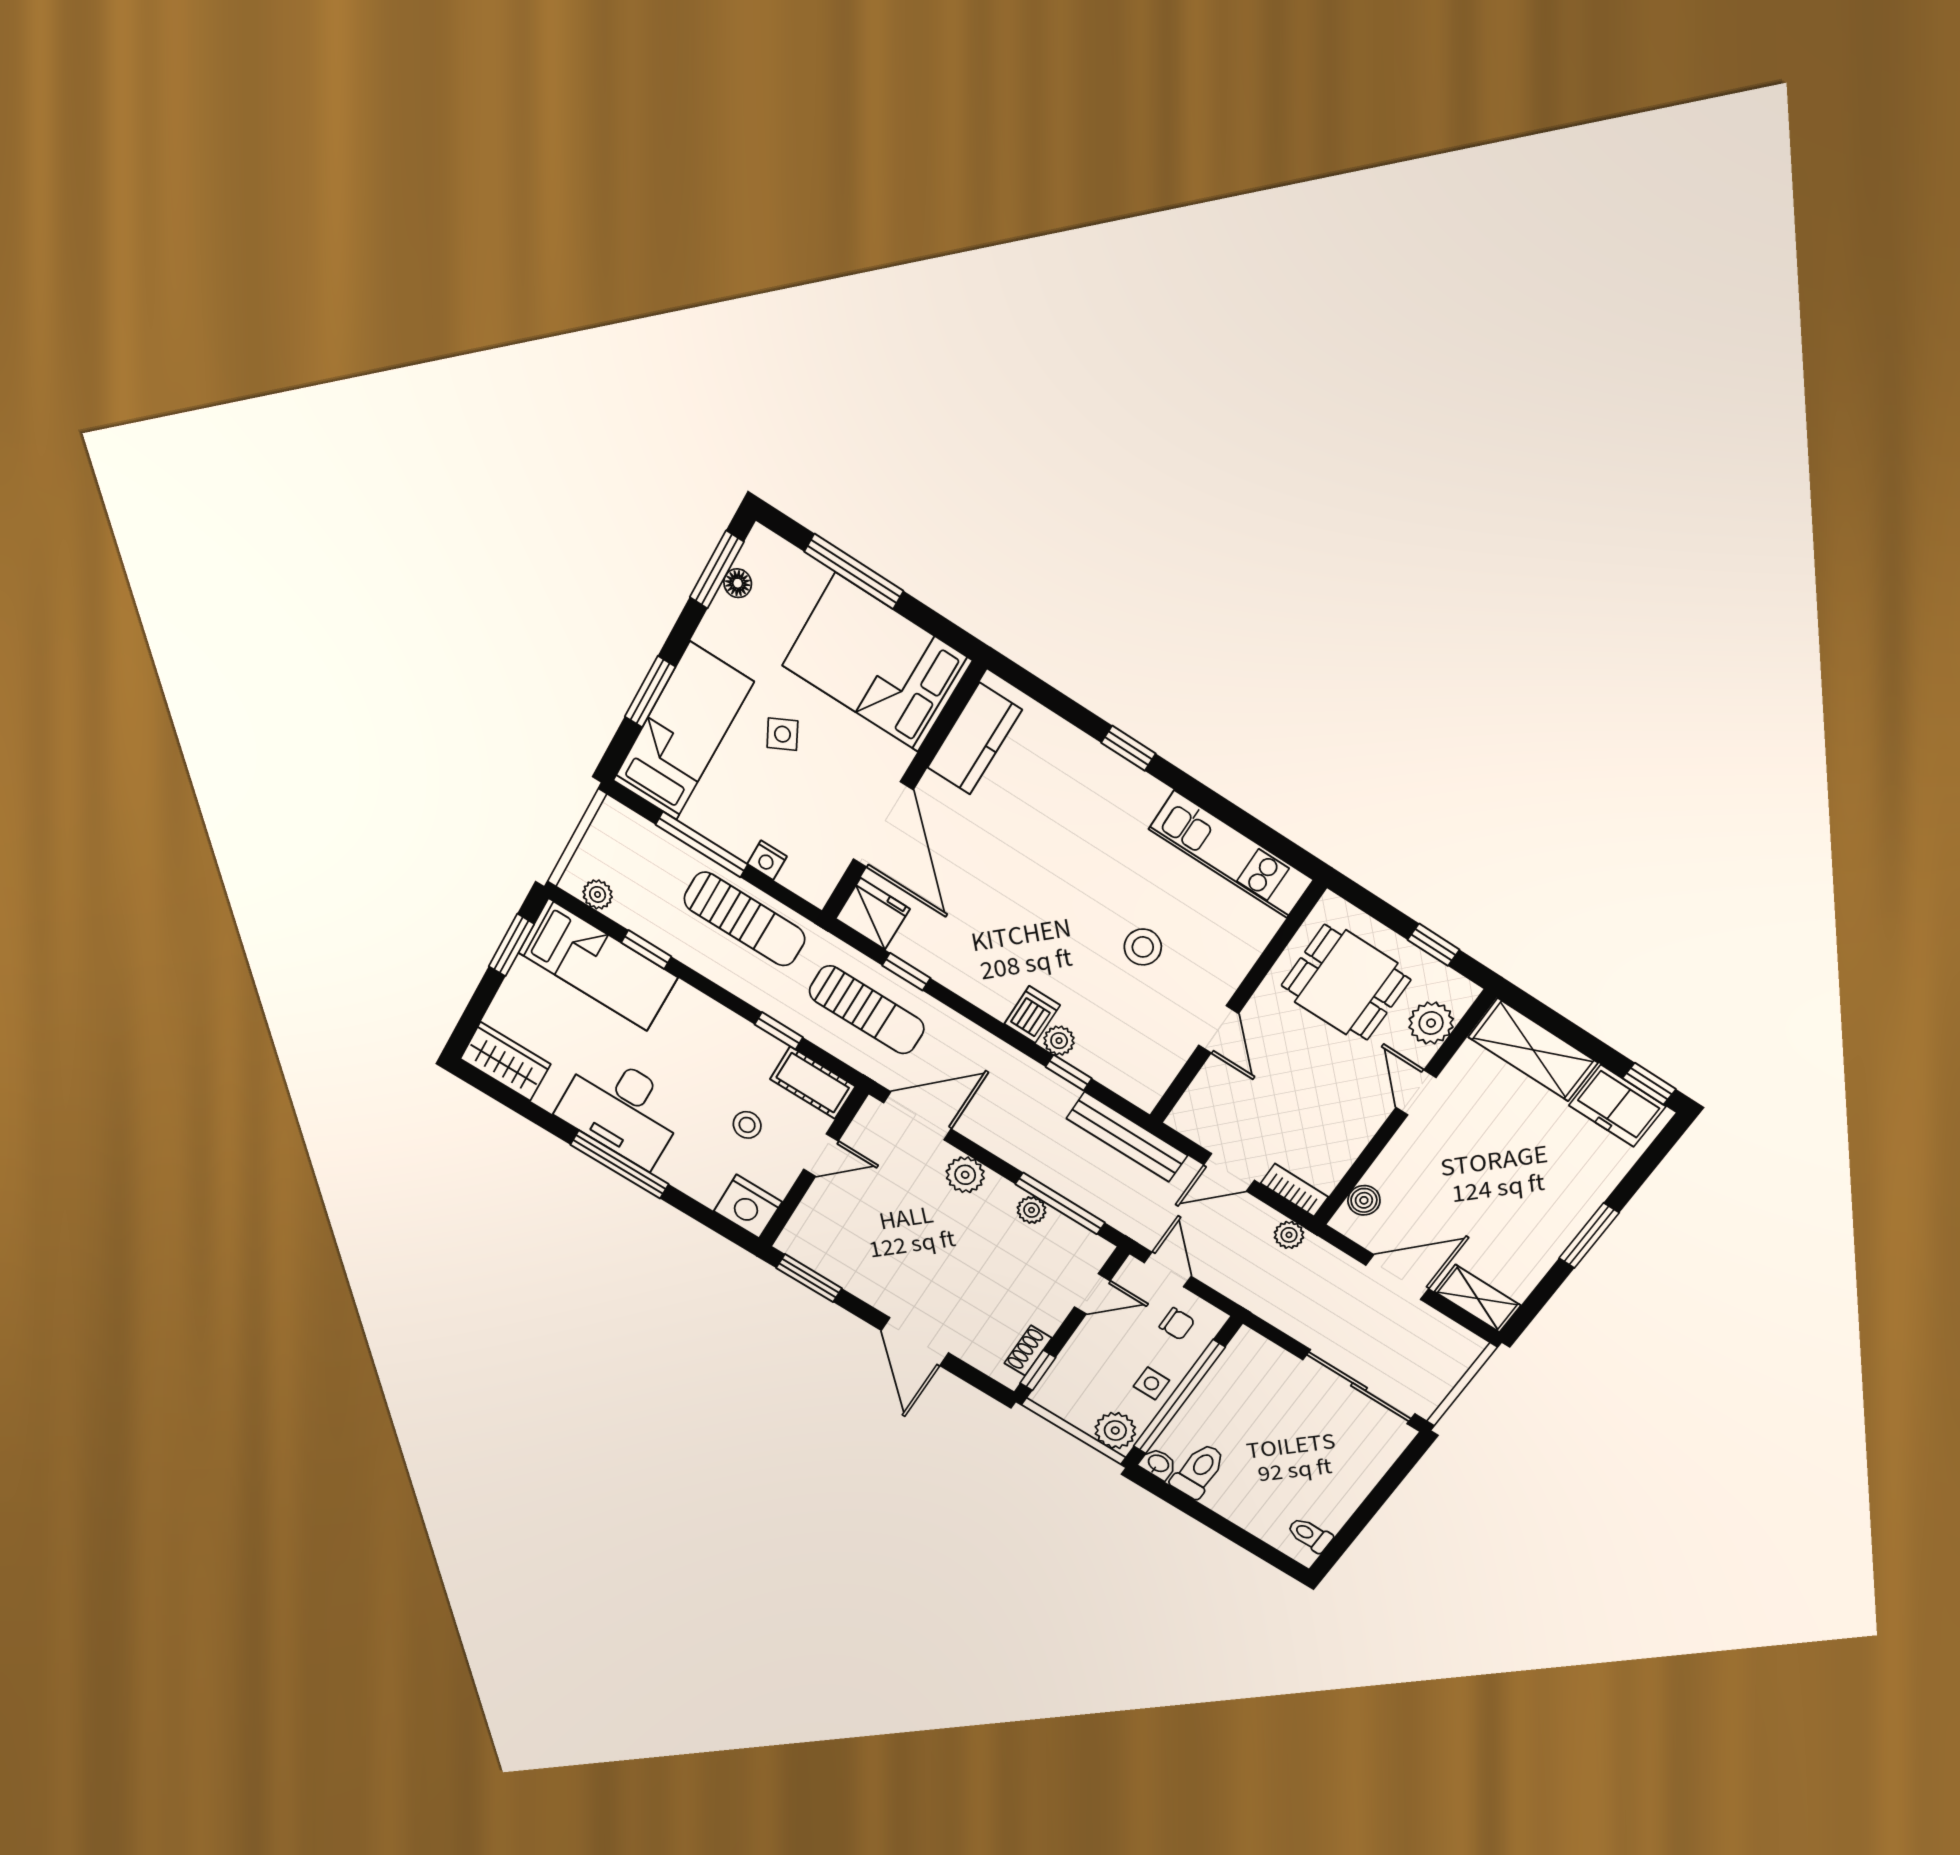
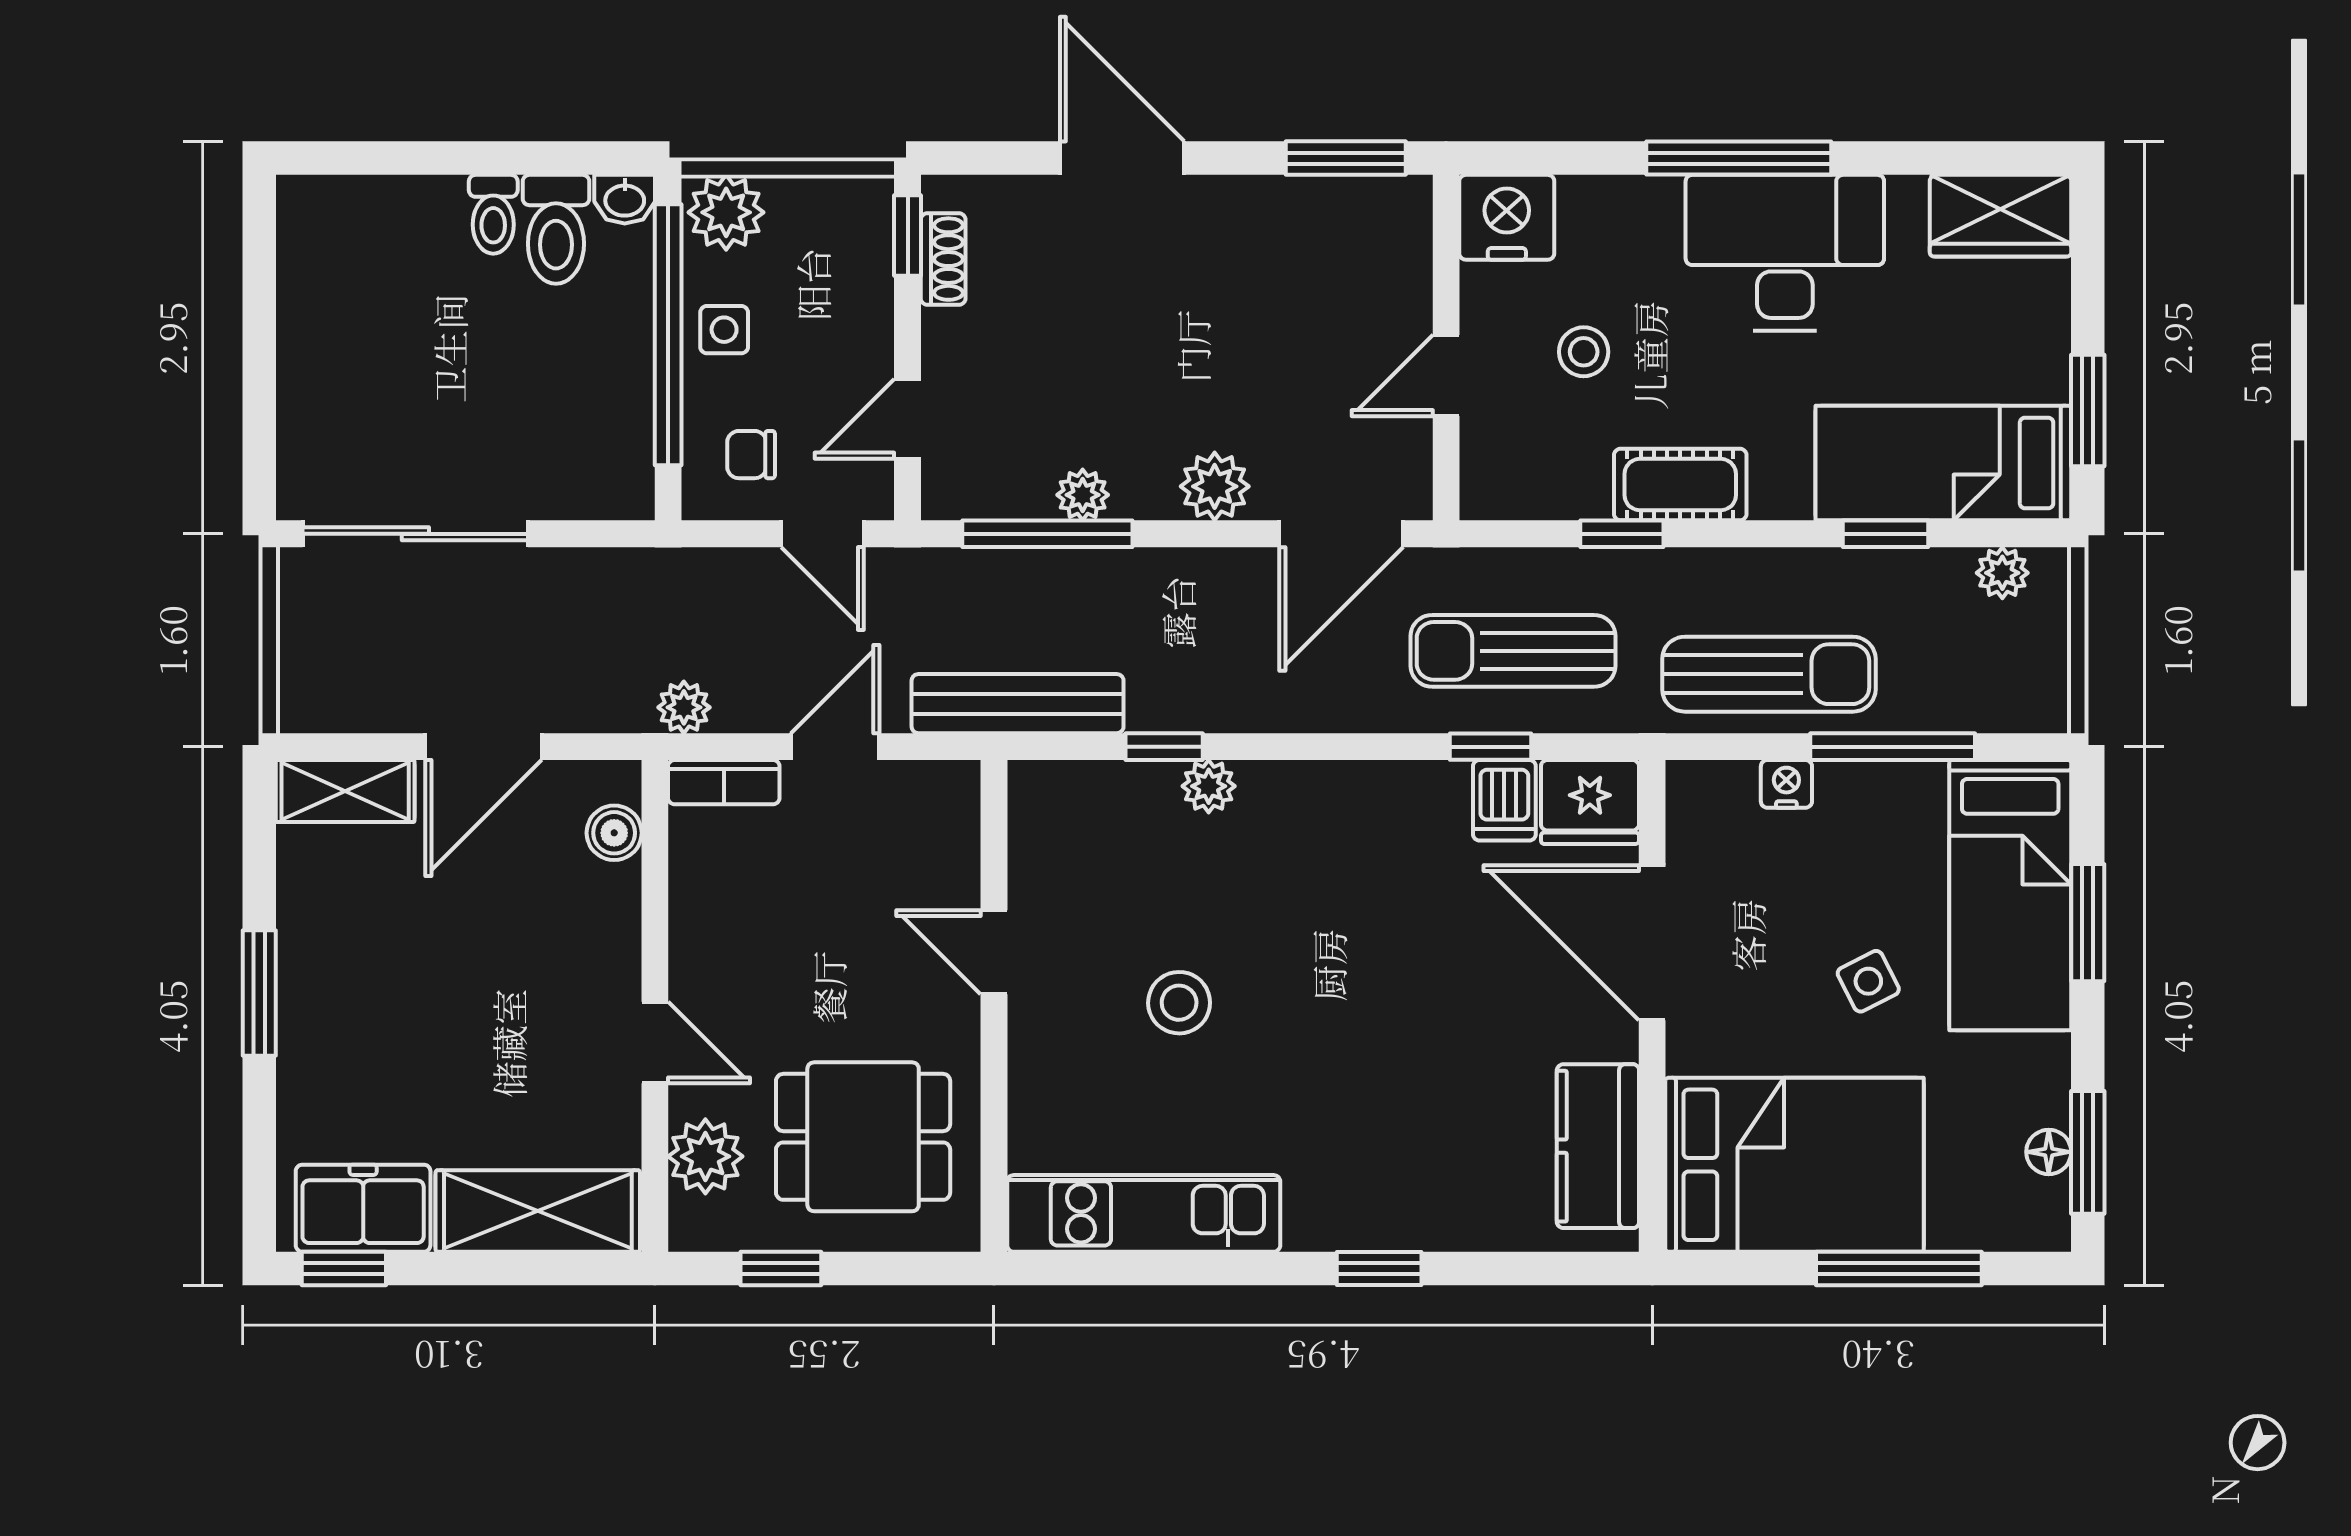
sun lounger: (745, 919) -> (1769, 674), turned 180
dishwasher: (1032, 1015) -> (1504, 800), moved
cot: (813, 1083) -> (1680, 485), moved
toilet: (1310, 1535) -> (493, 214), moved, turned 90

